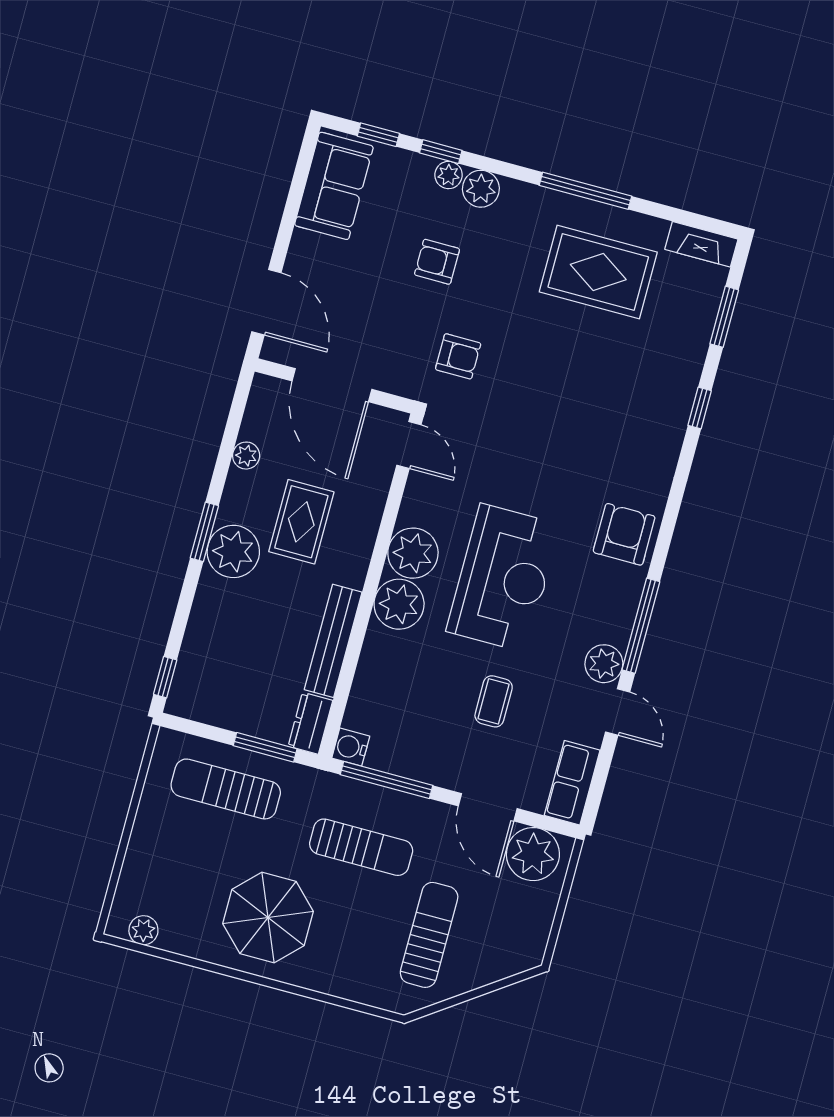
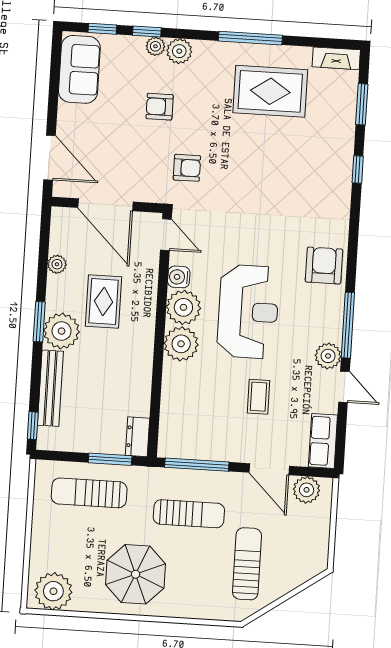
bench: (333, 641) -> (50, 388), moved
water cooler: (351, 747) -> (179, 277), moved
plant: (533, 854) -> (307, 490), width x0.73, depth x0.73
plant: (143, 930) -> (53, 591), width x1.87, depth x1.87

